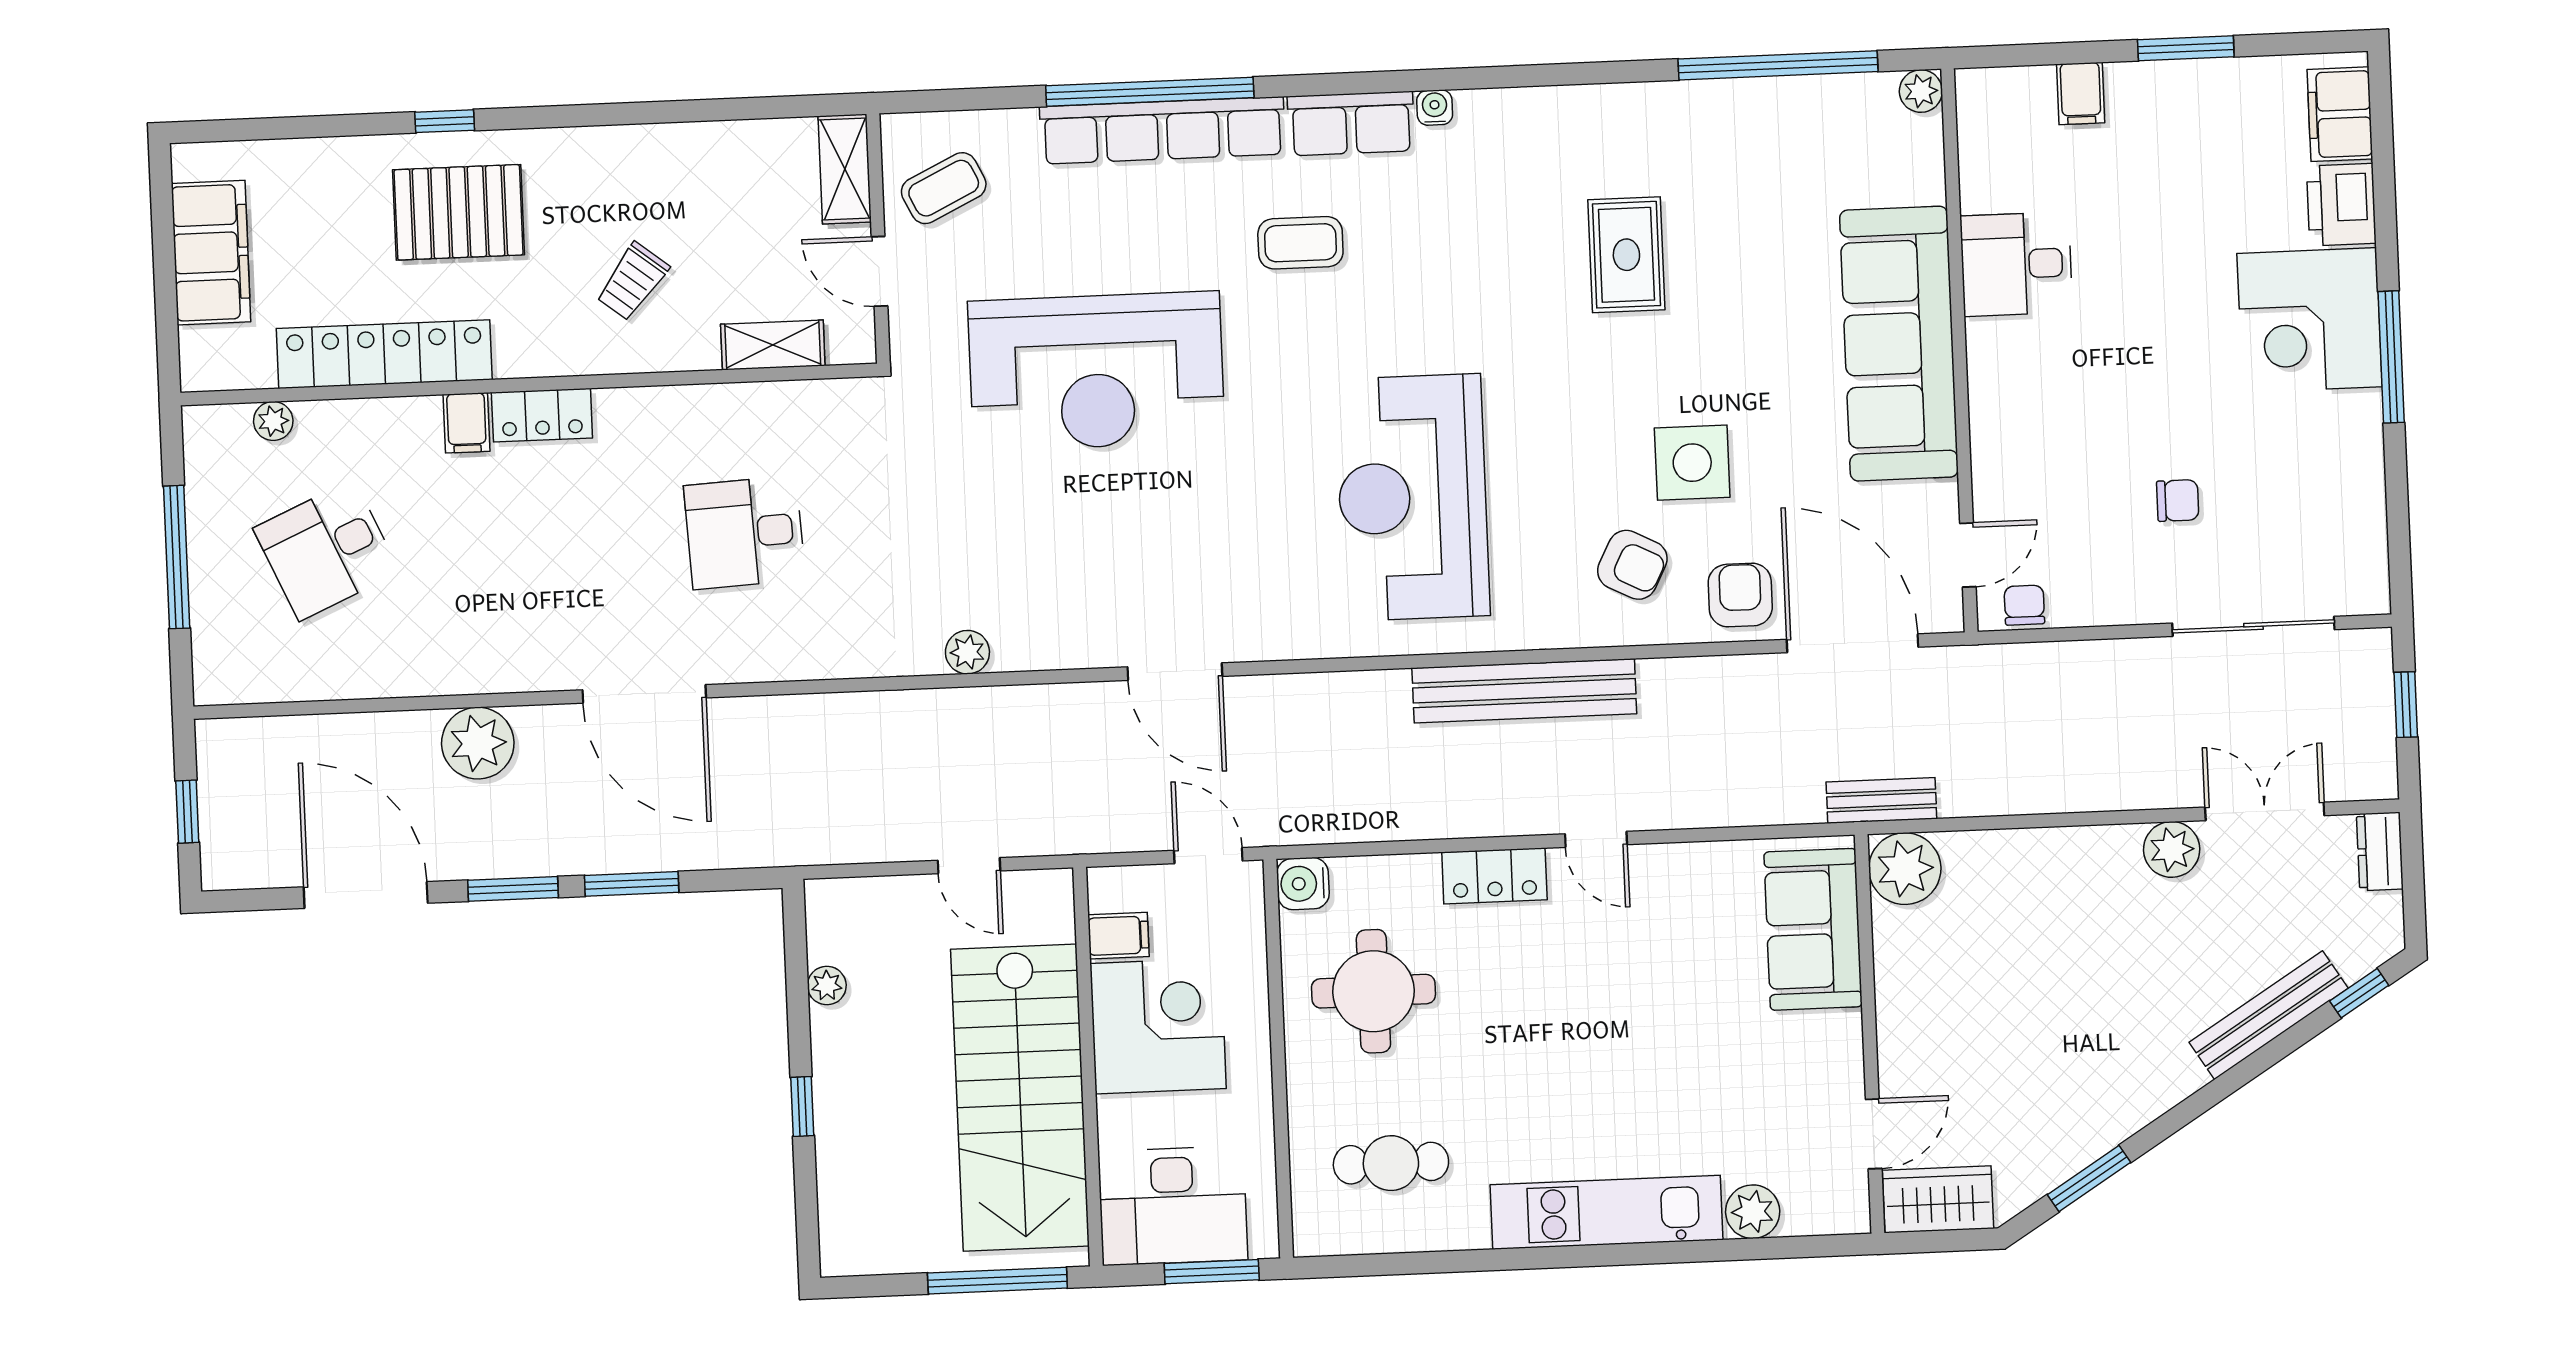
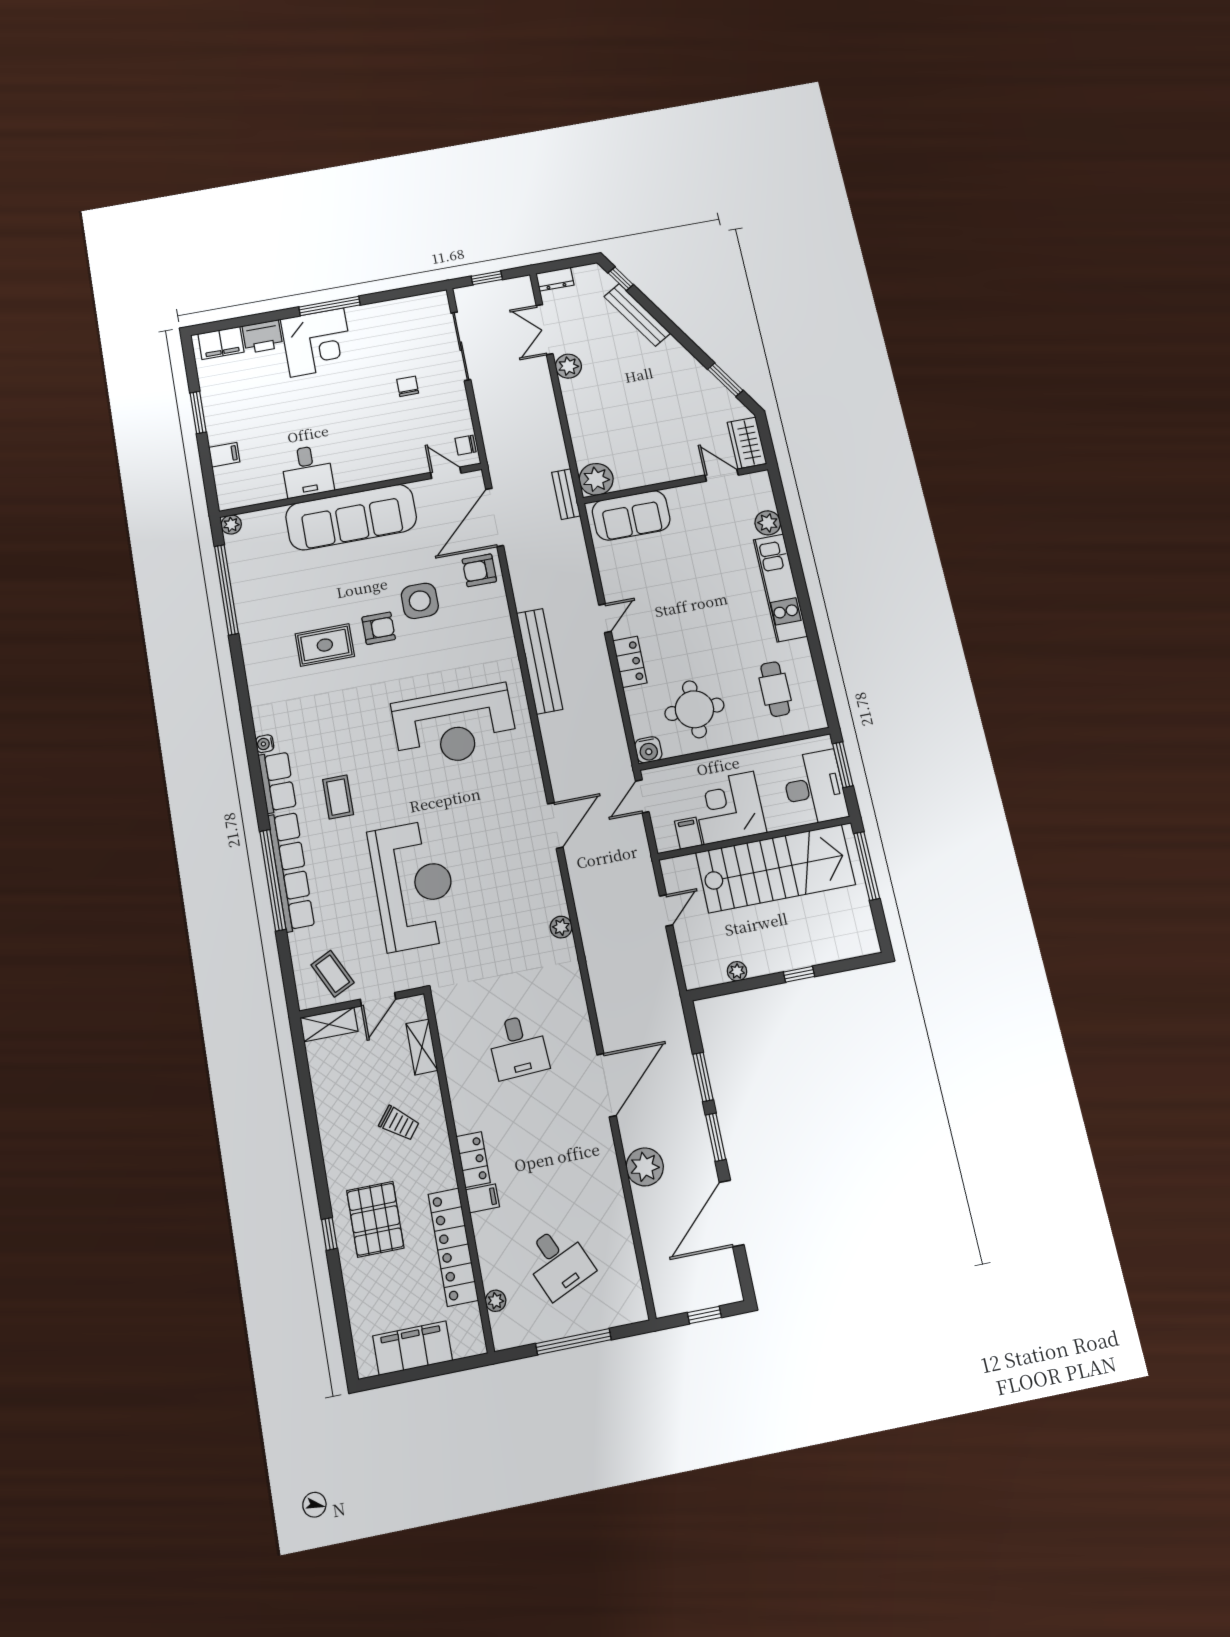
armchair: (1632, 565) -> (379, 628), moved, turned 63

